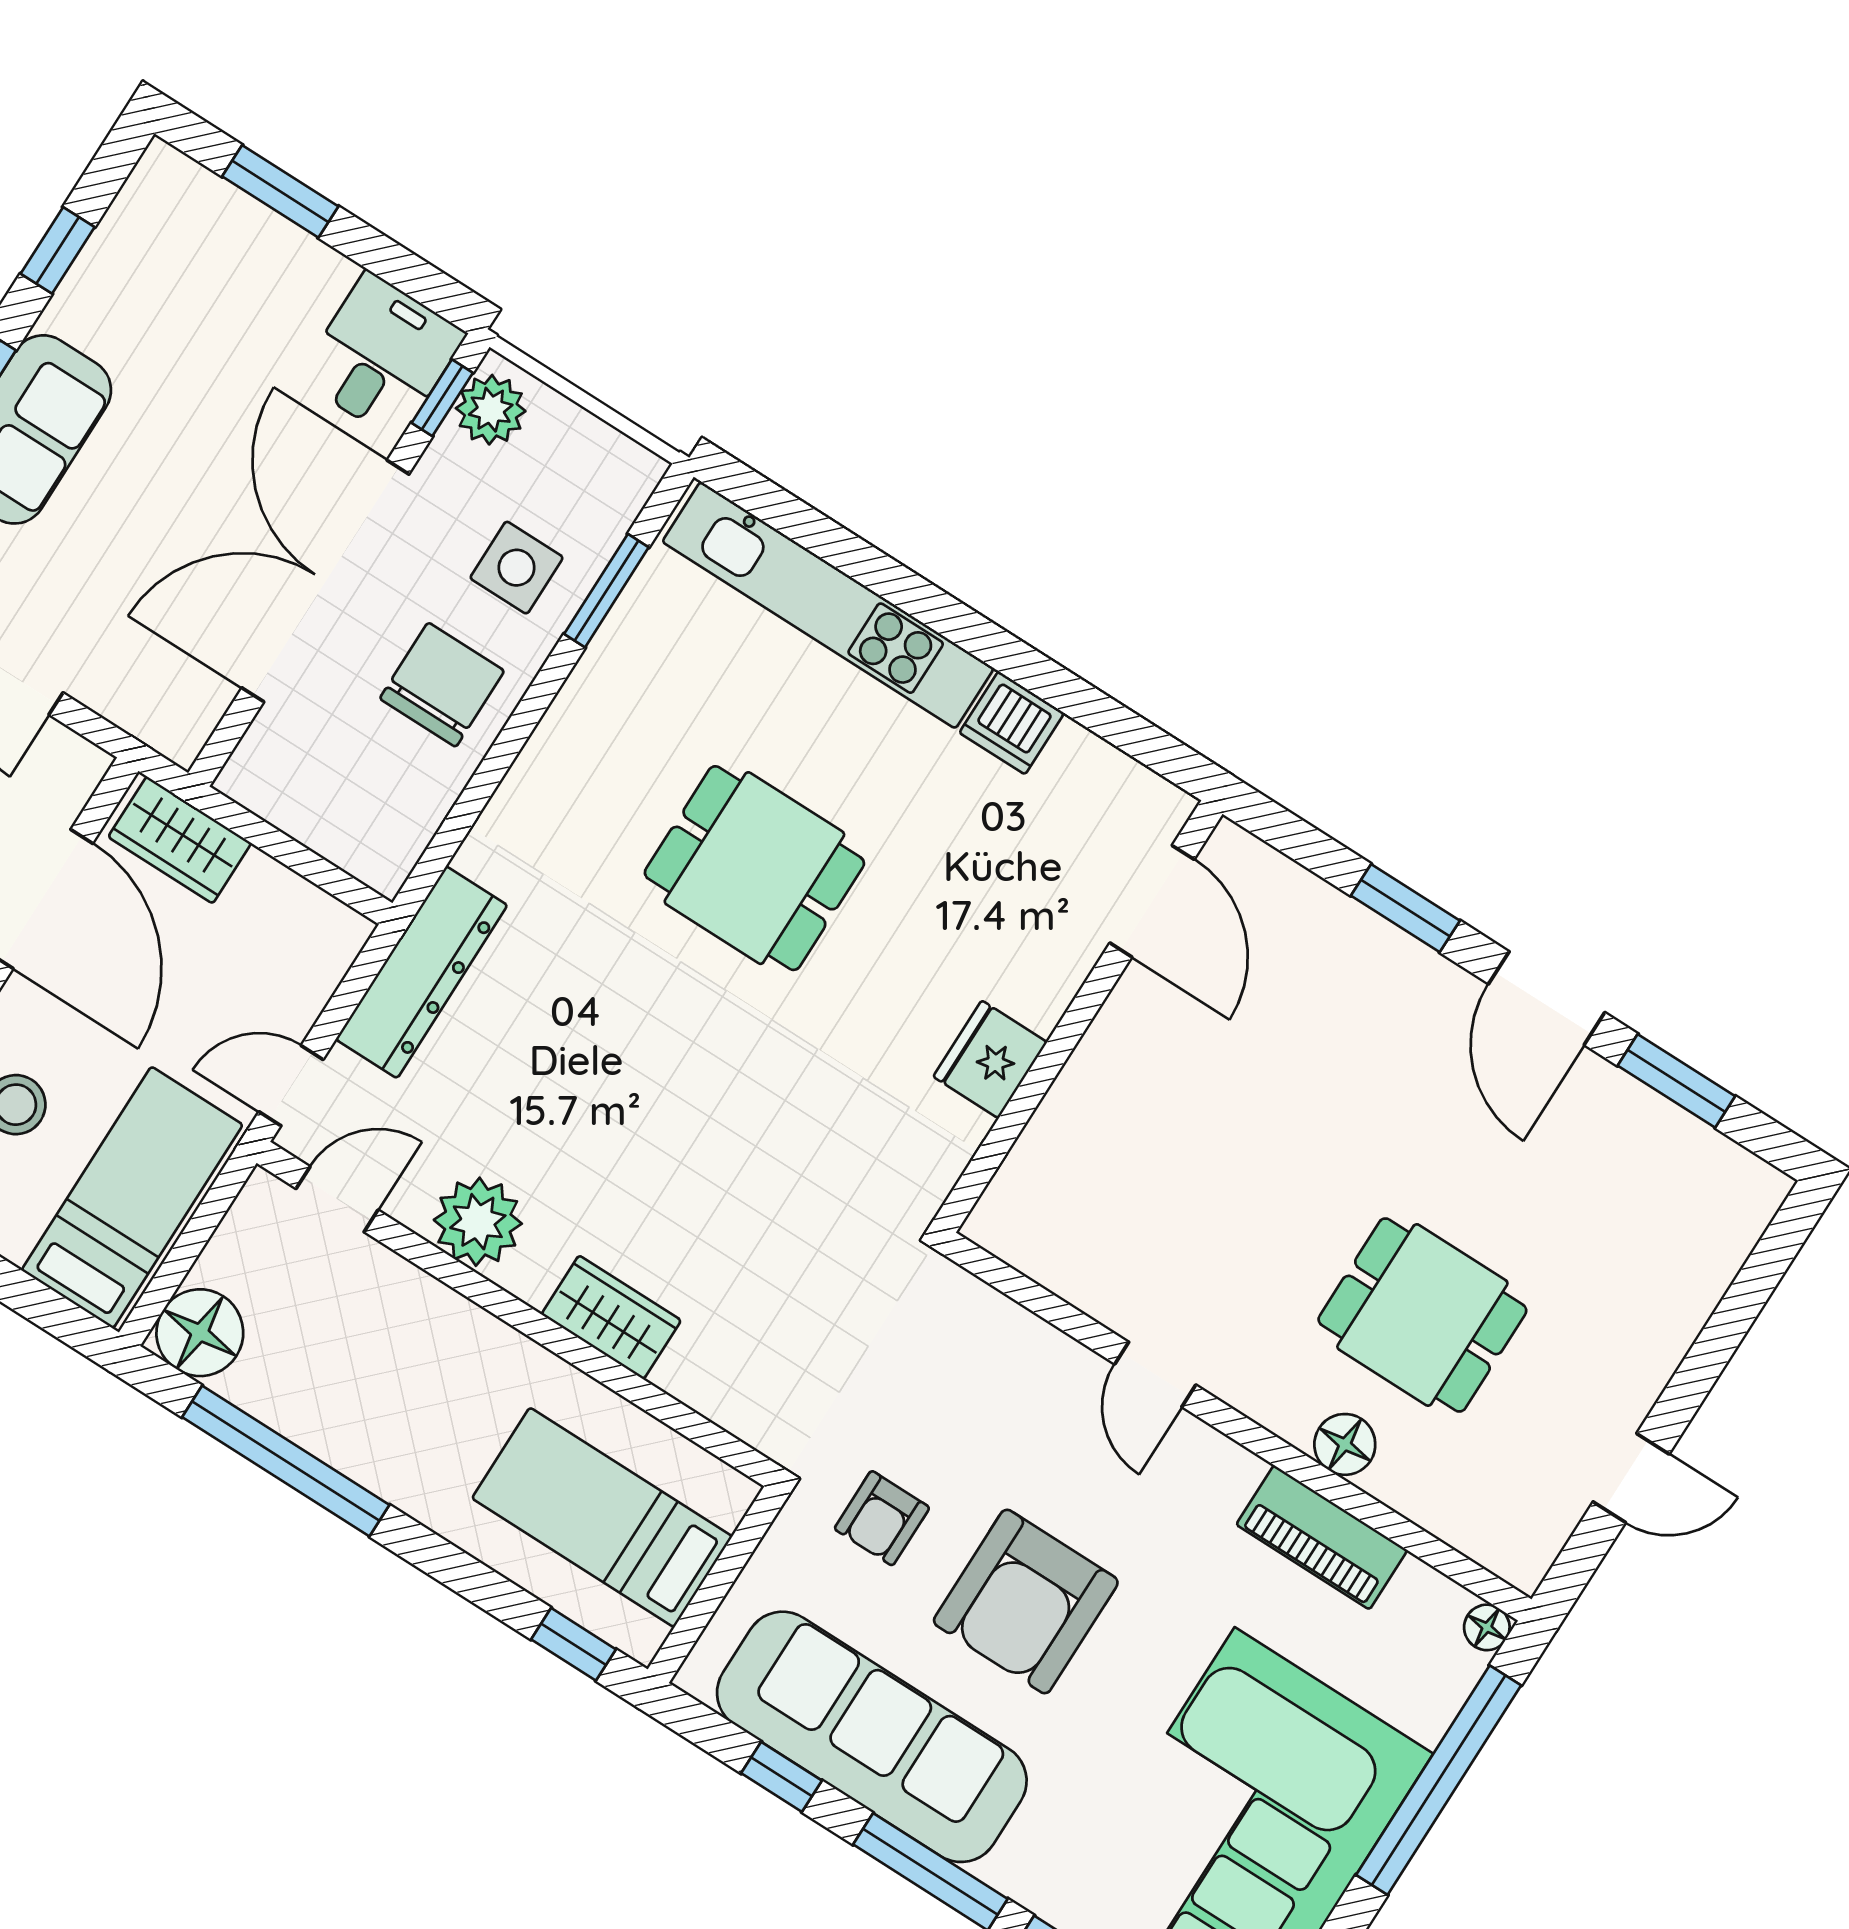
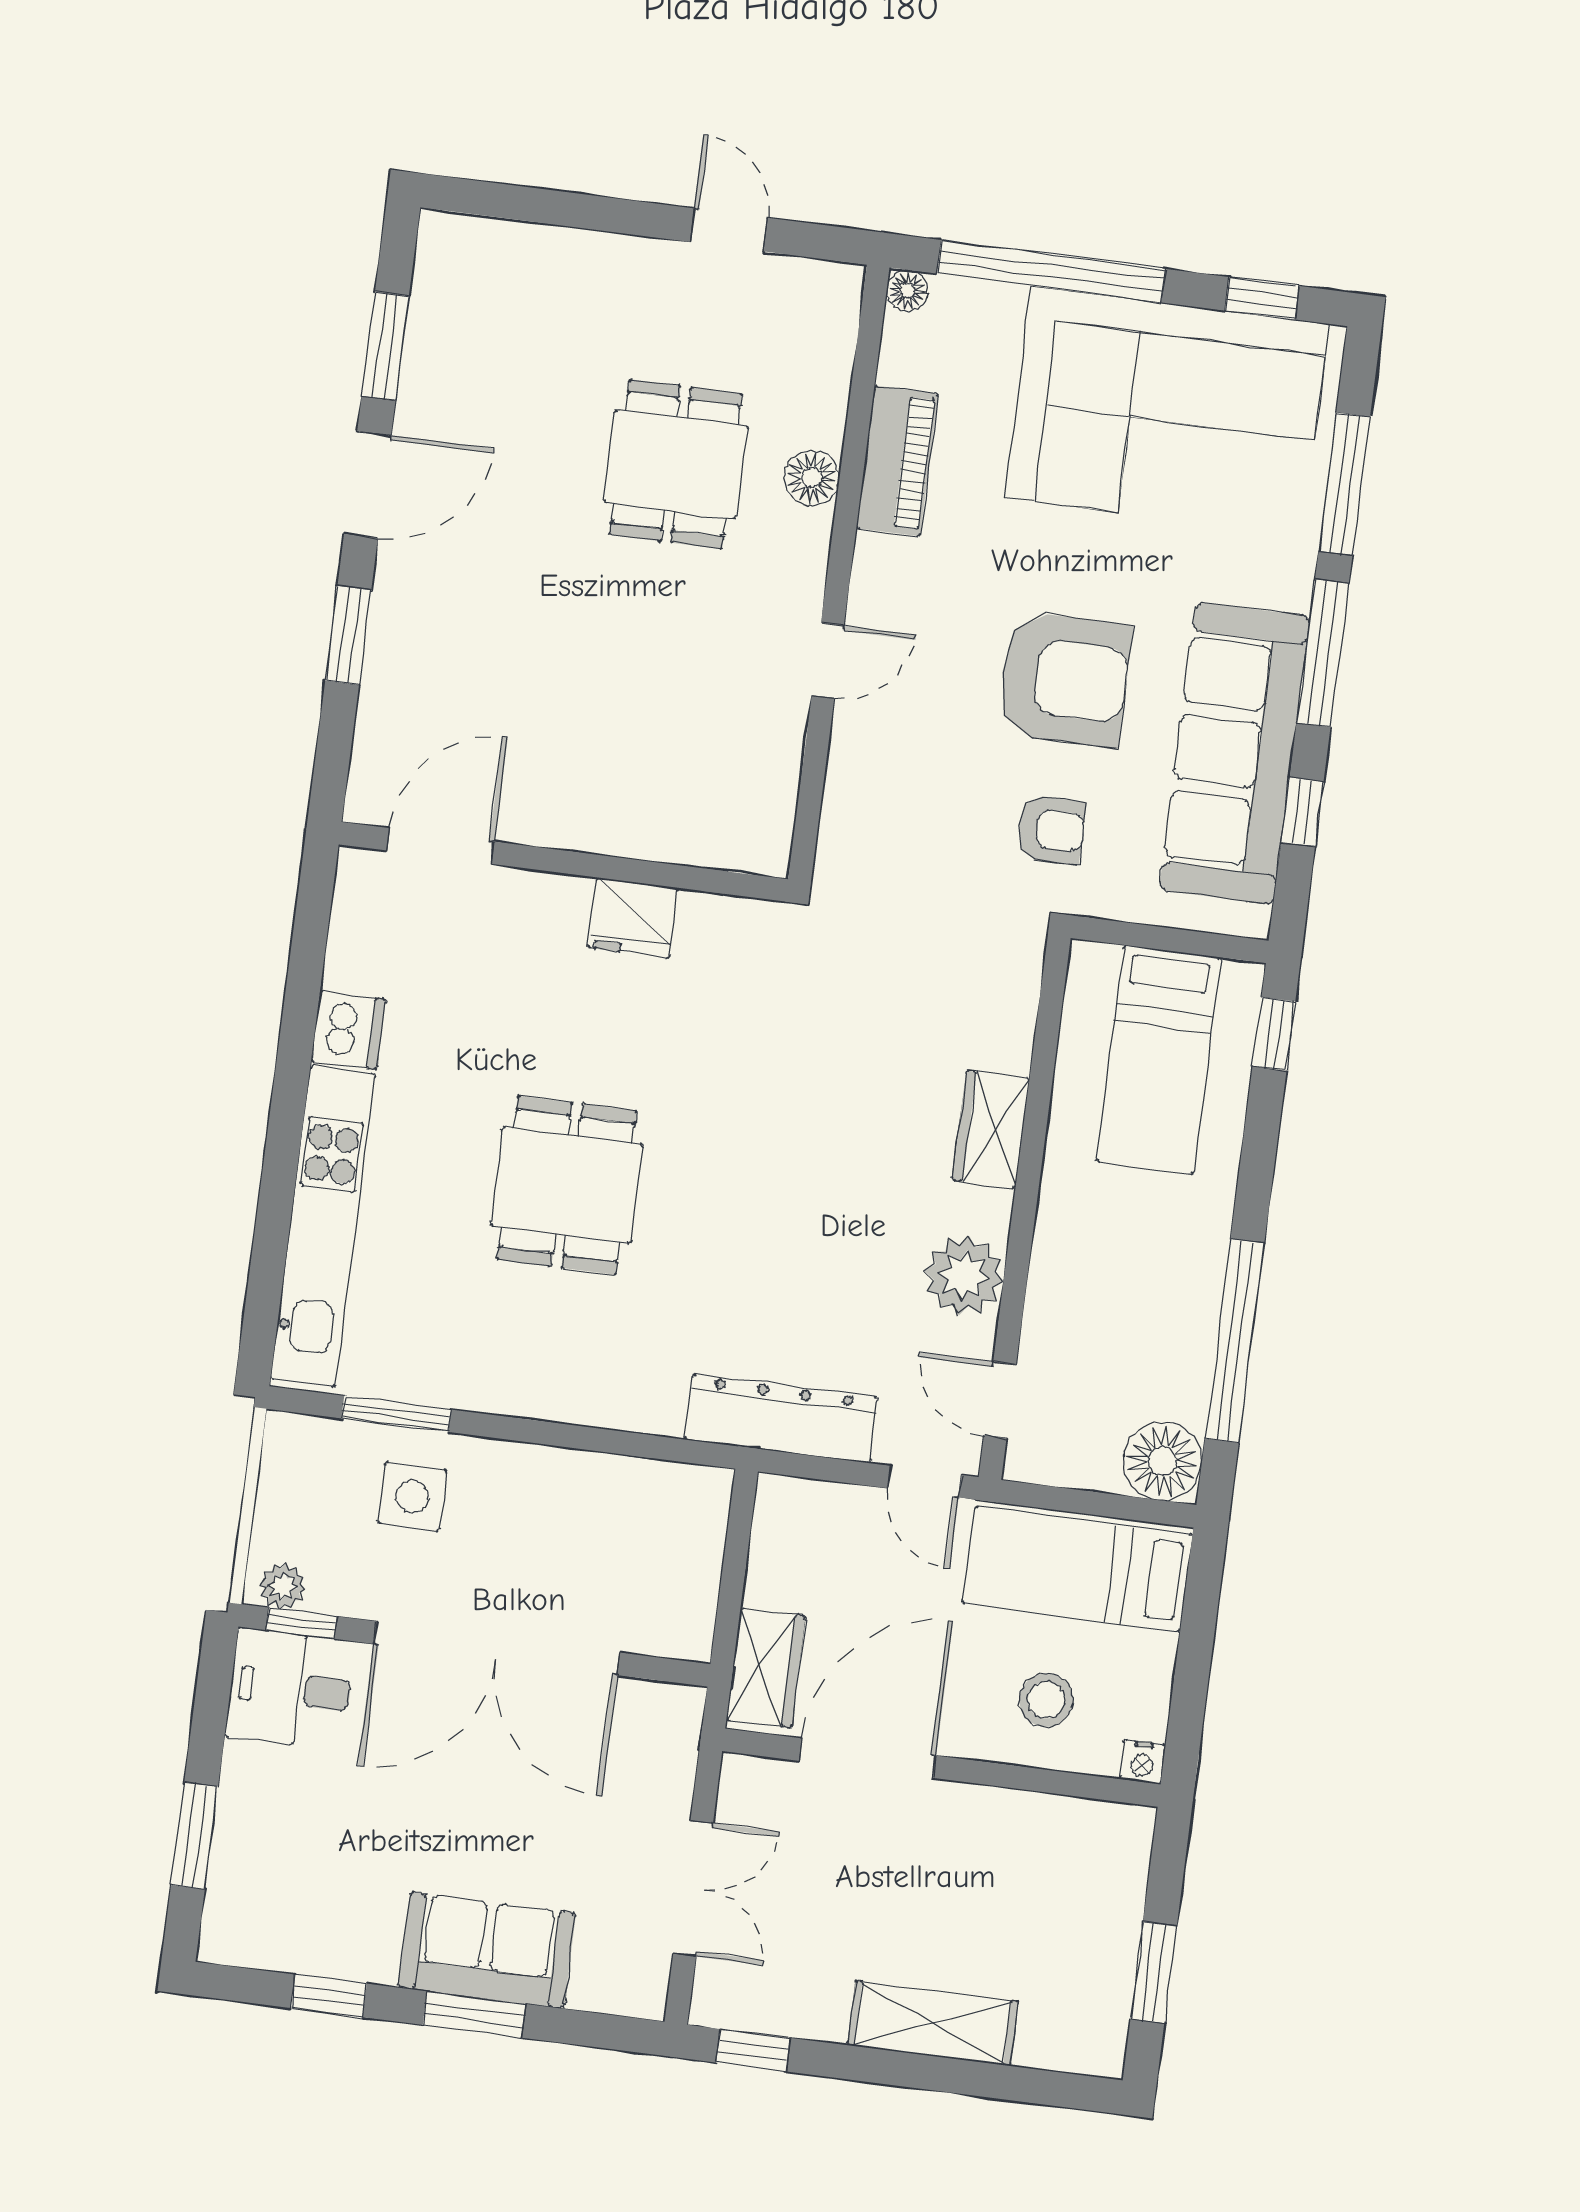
plant: (491, 410) -> (283, 1586), width x0.73, depth x0.73
chair: (442, 685) -> (537, 1513), removed

